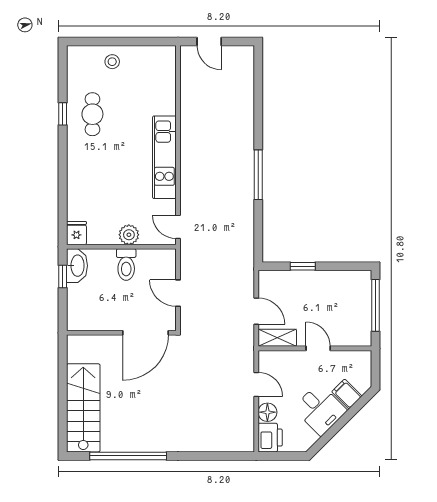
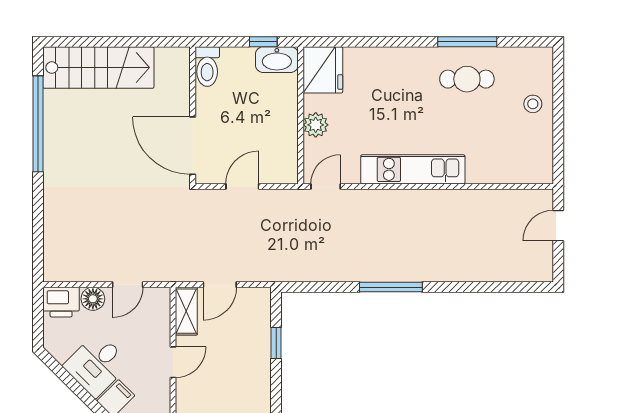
window: (63, 114) -> (467, 42), width x2.17
fridge: (76, 233) -> (323, 70), width x1.88, depth x1.34
toilet: (126, 265) -> (207, 67), moved, turned -90

